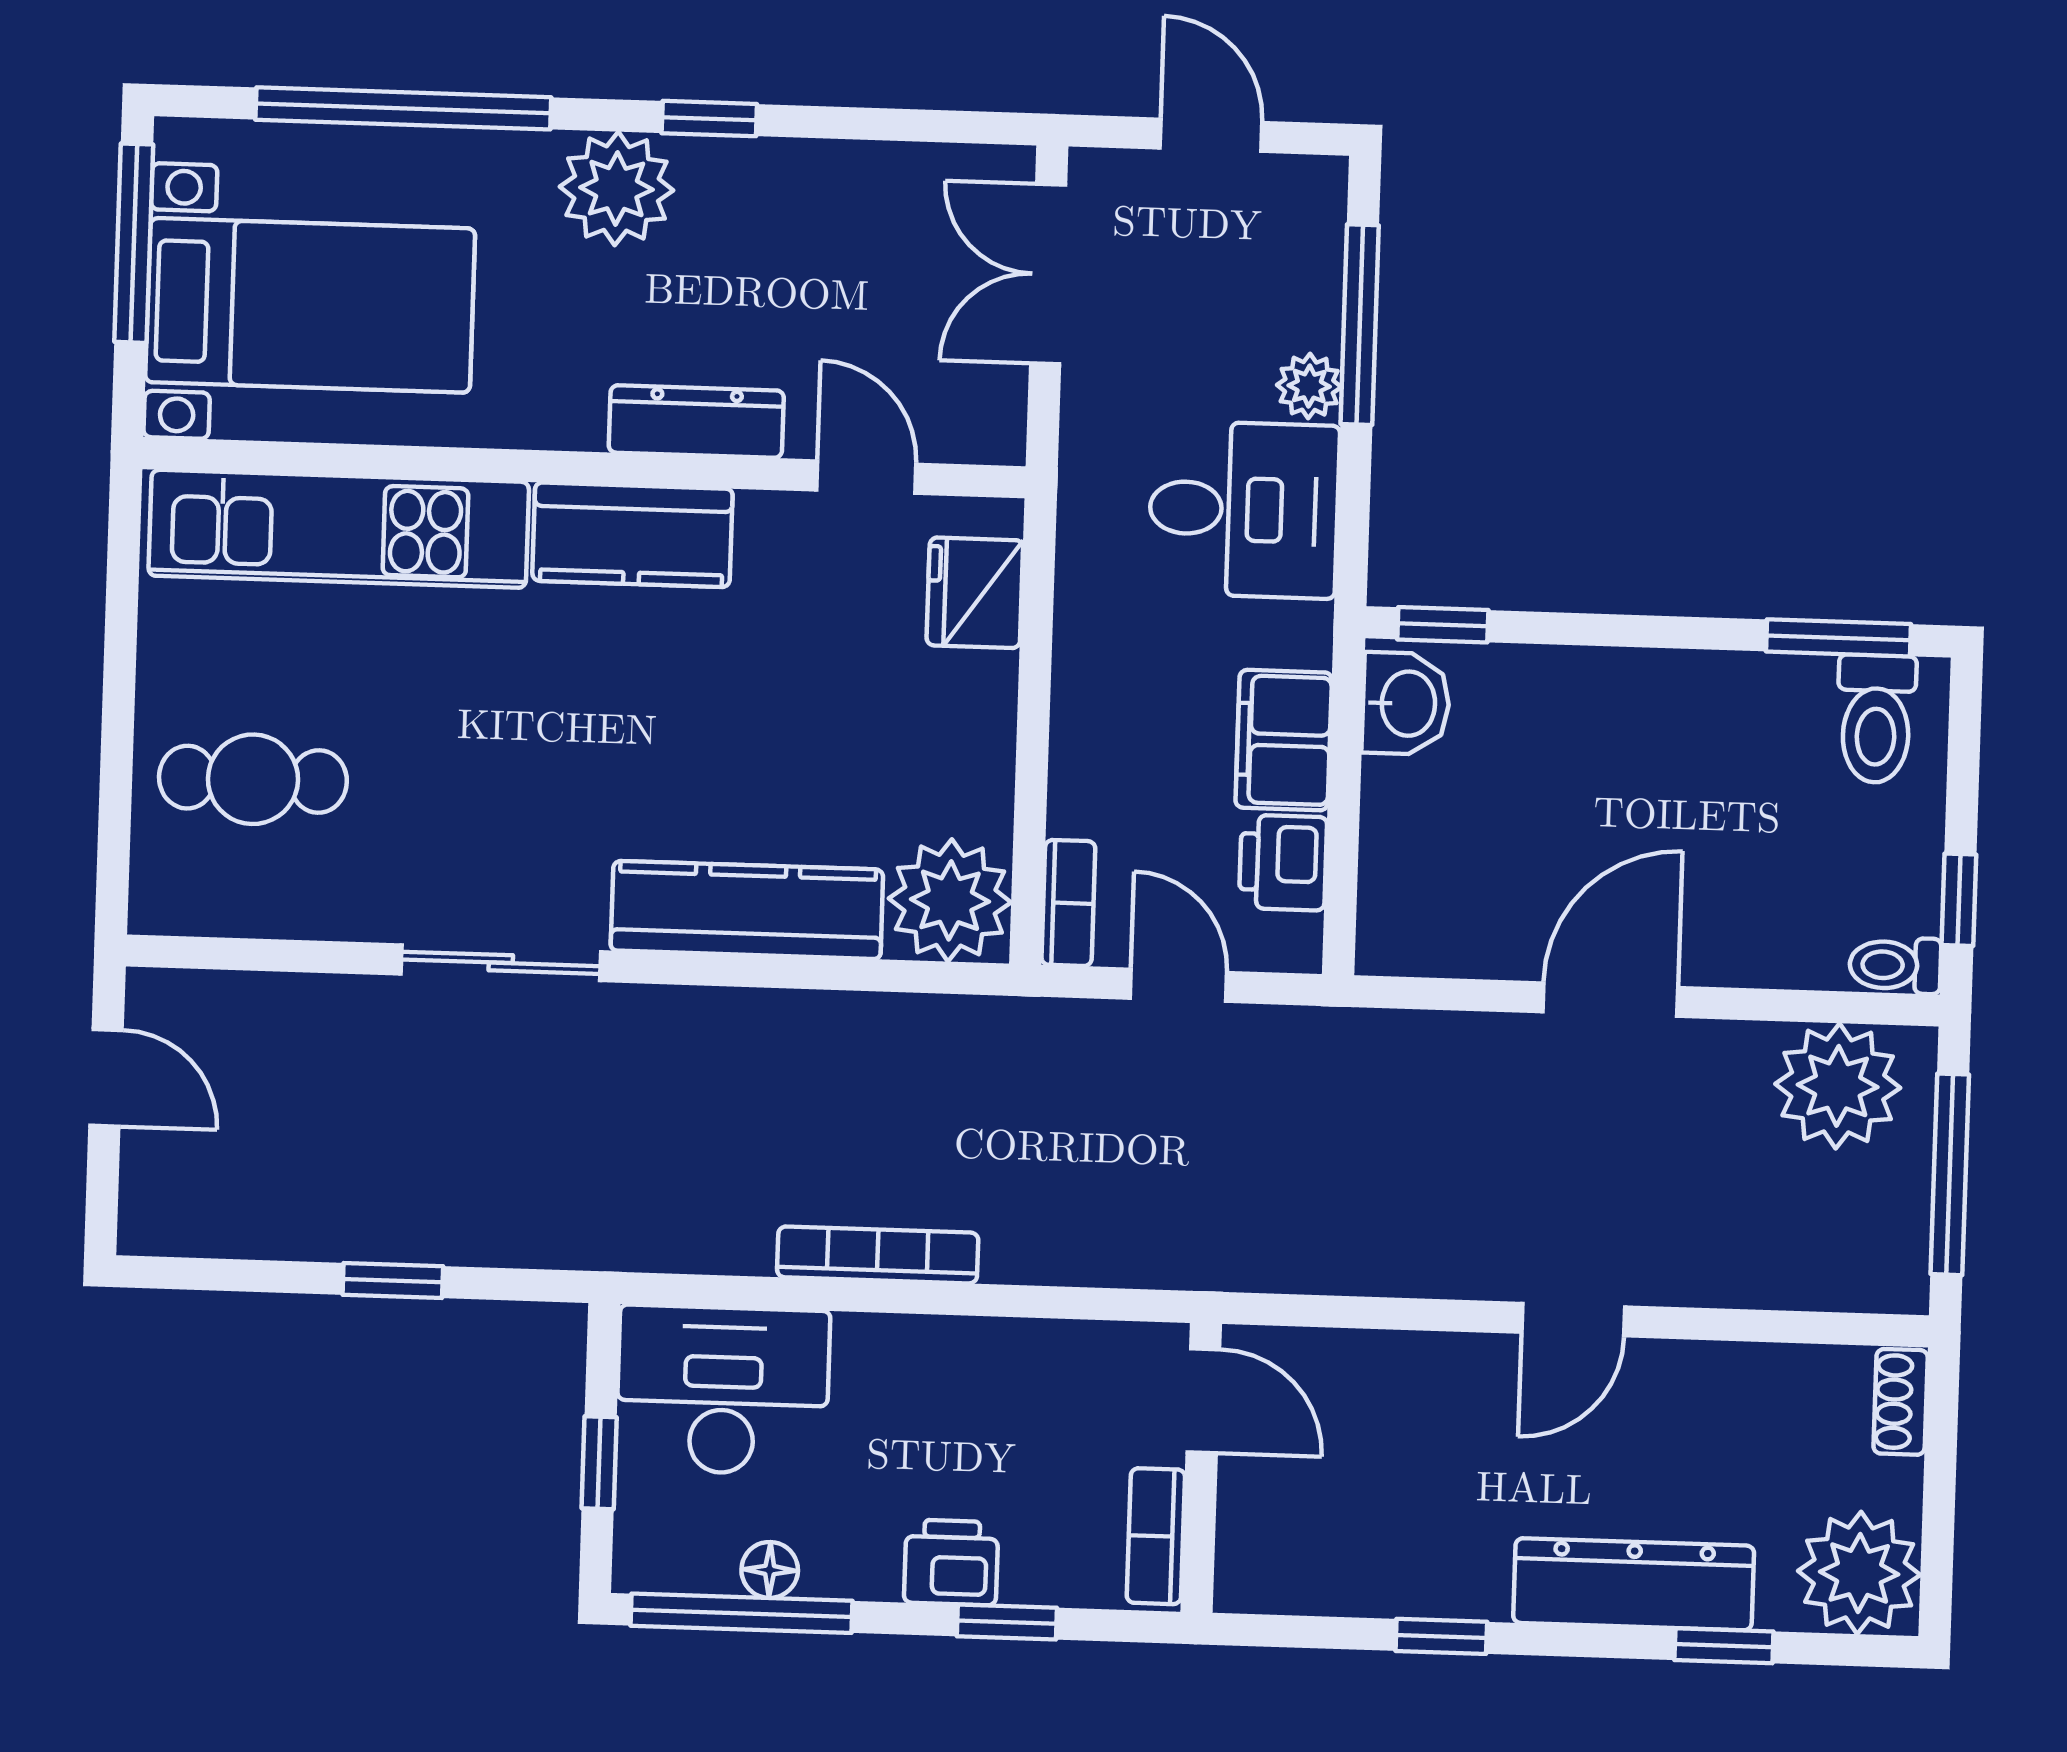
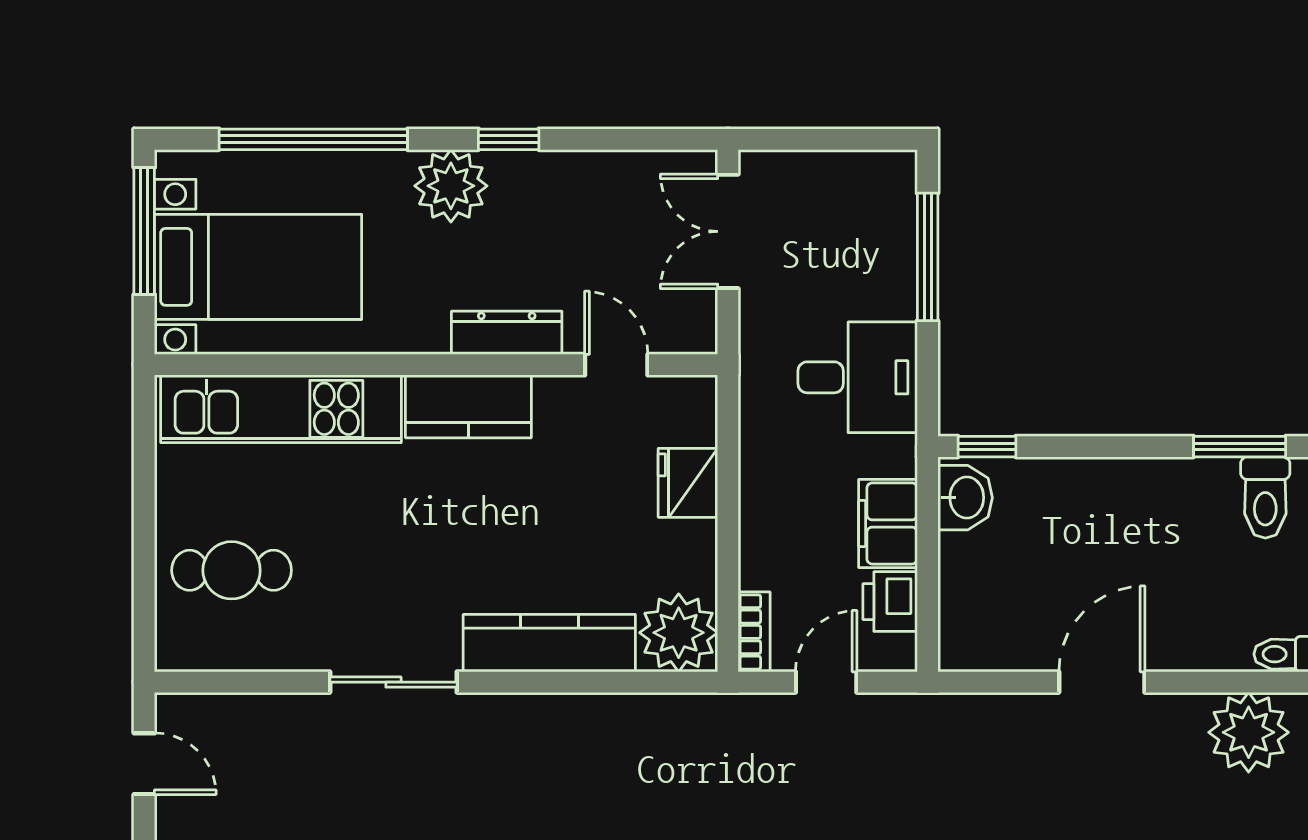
door: (1211, 135) -> (829, 139), removed
plant: (1309, 386) -> (897, 297), removed
fridge: (975, 593) -> (688, 483), moved
door: (1179, 985) -> (826, 682), hinge flipped

